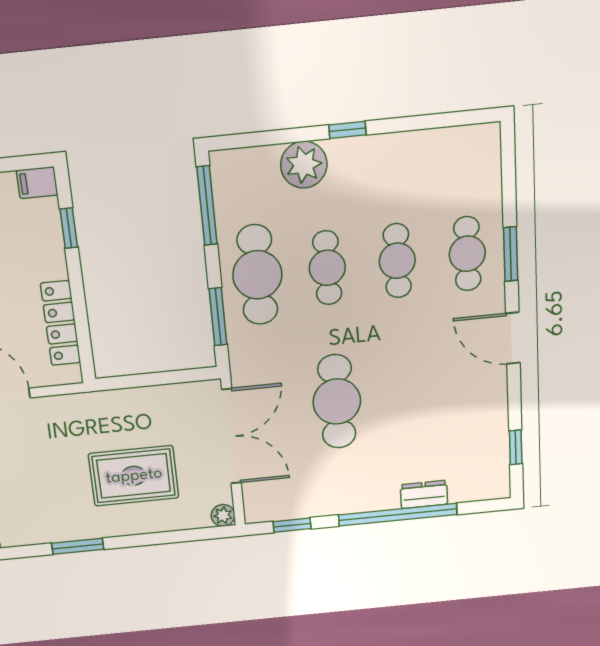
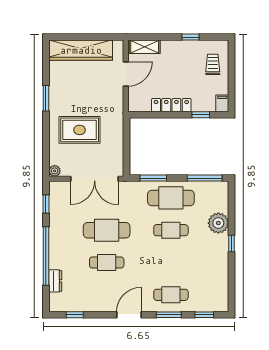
window: (509, 176) -> (204, 315), added
cafe table: (397, 261) -> (107, 263), moved
locker: (61, 323) -> (171, 105), moved
rug: (134, 476) -> (80, 130), turned 90
dresser: (424, 494) -> (55, 281), moved

